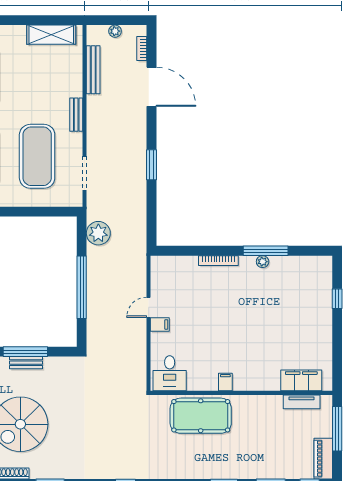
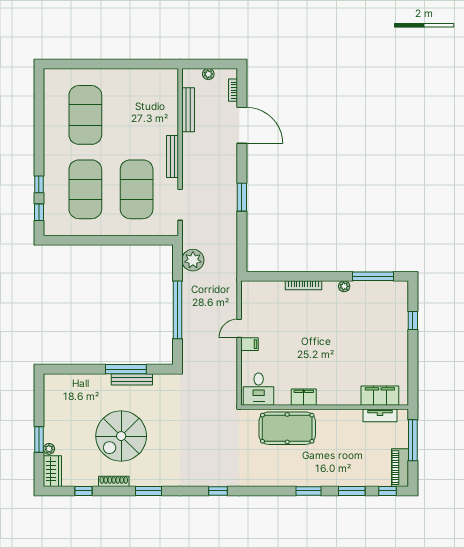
shelving: (51, 35) -> (150, 77), removed
bench: (76, 115) -> (173, 157), width x1.36
window: (266, 251) -> (373, 276), moved
bench: (26, 363) -> (132, 379), width x1.36
filing cabinet: (225, 382) -> (304, 397), width x2.00

